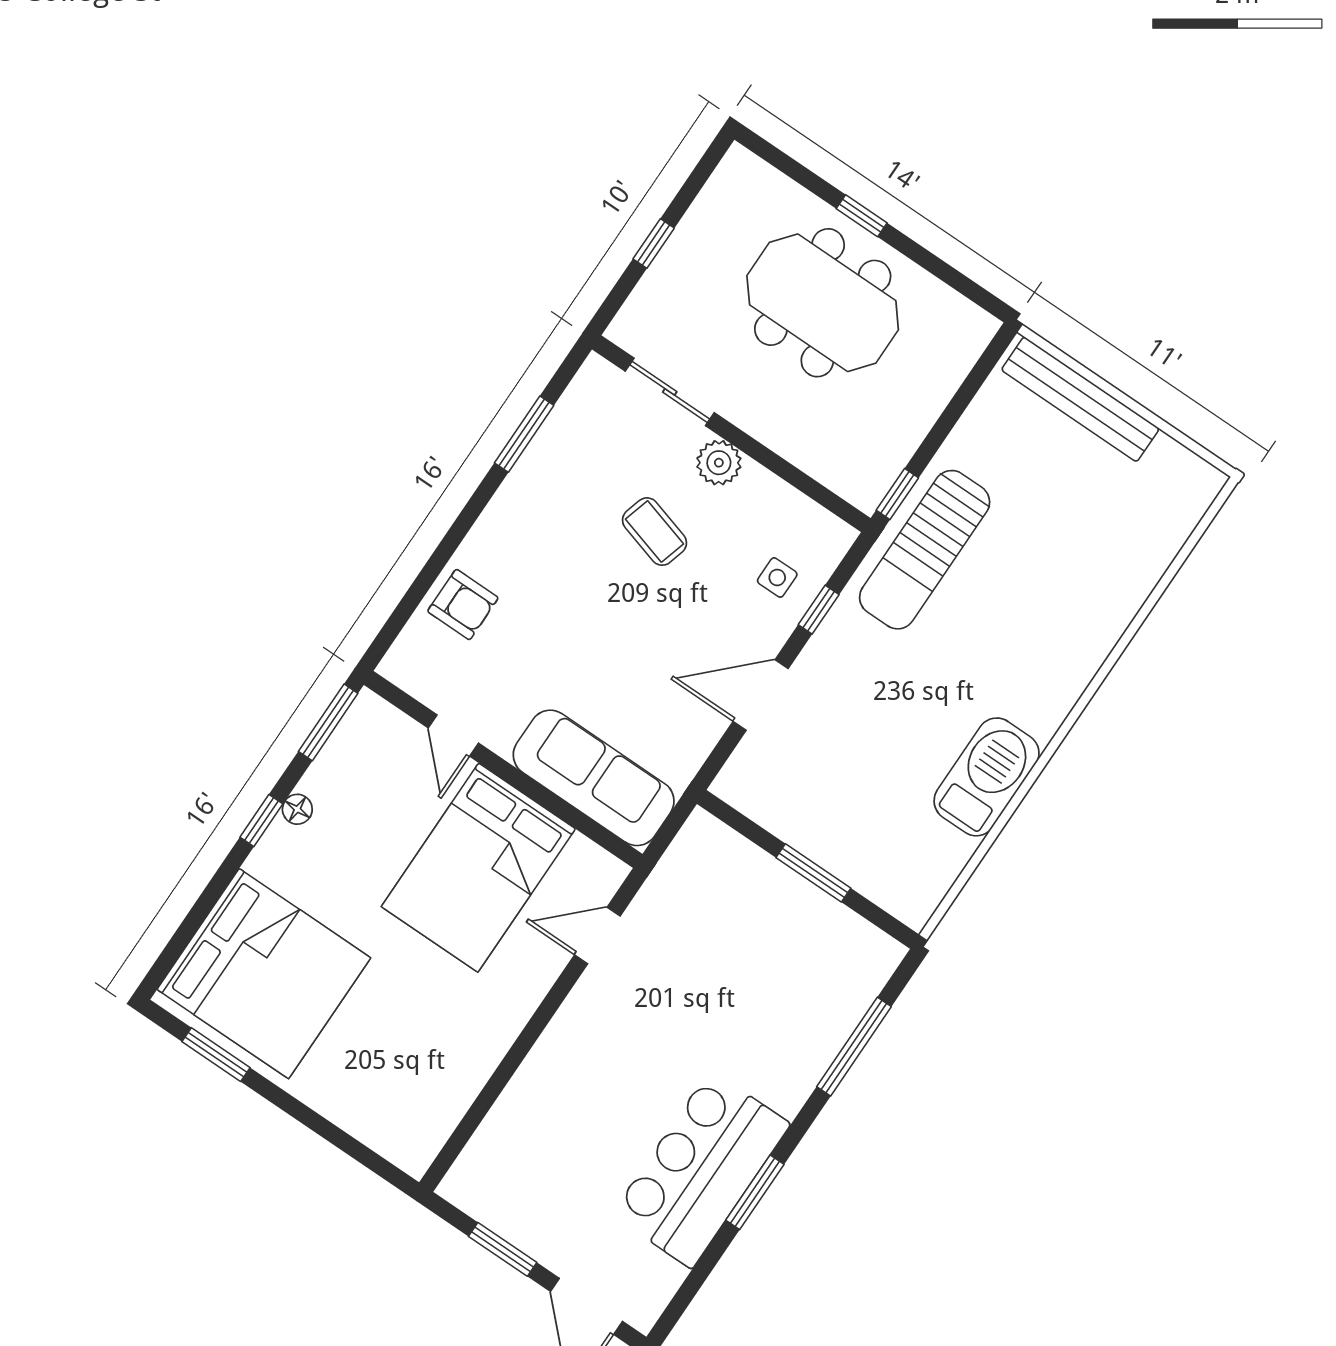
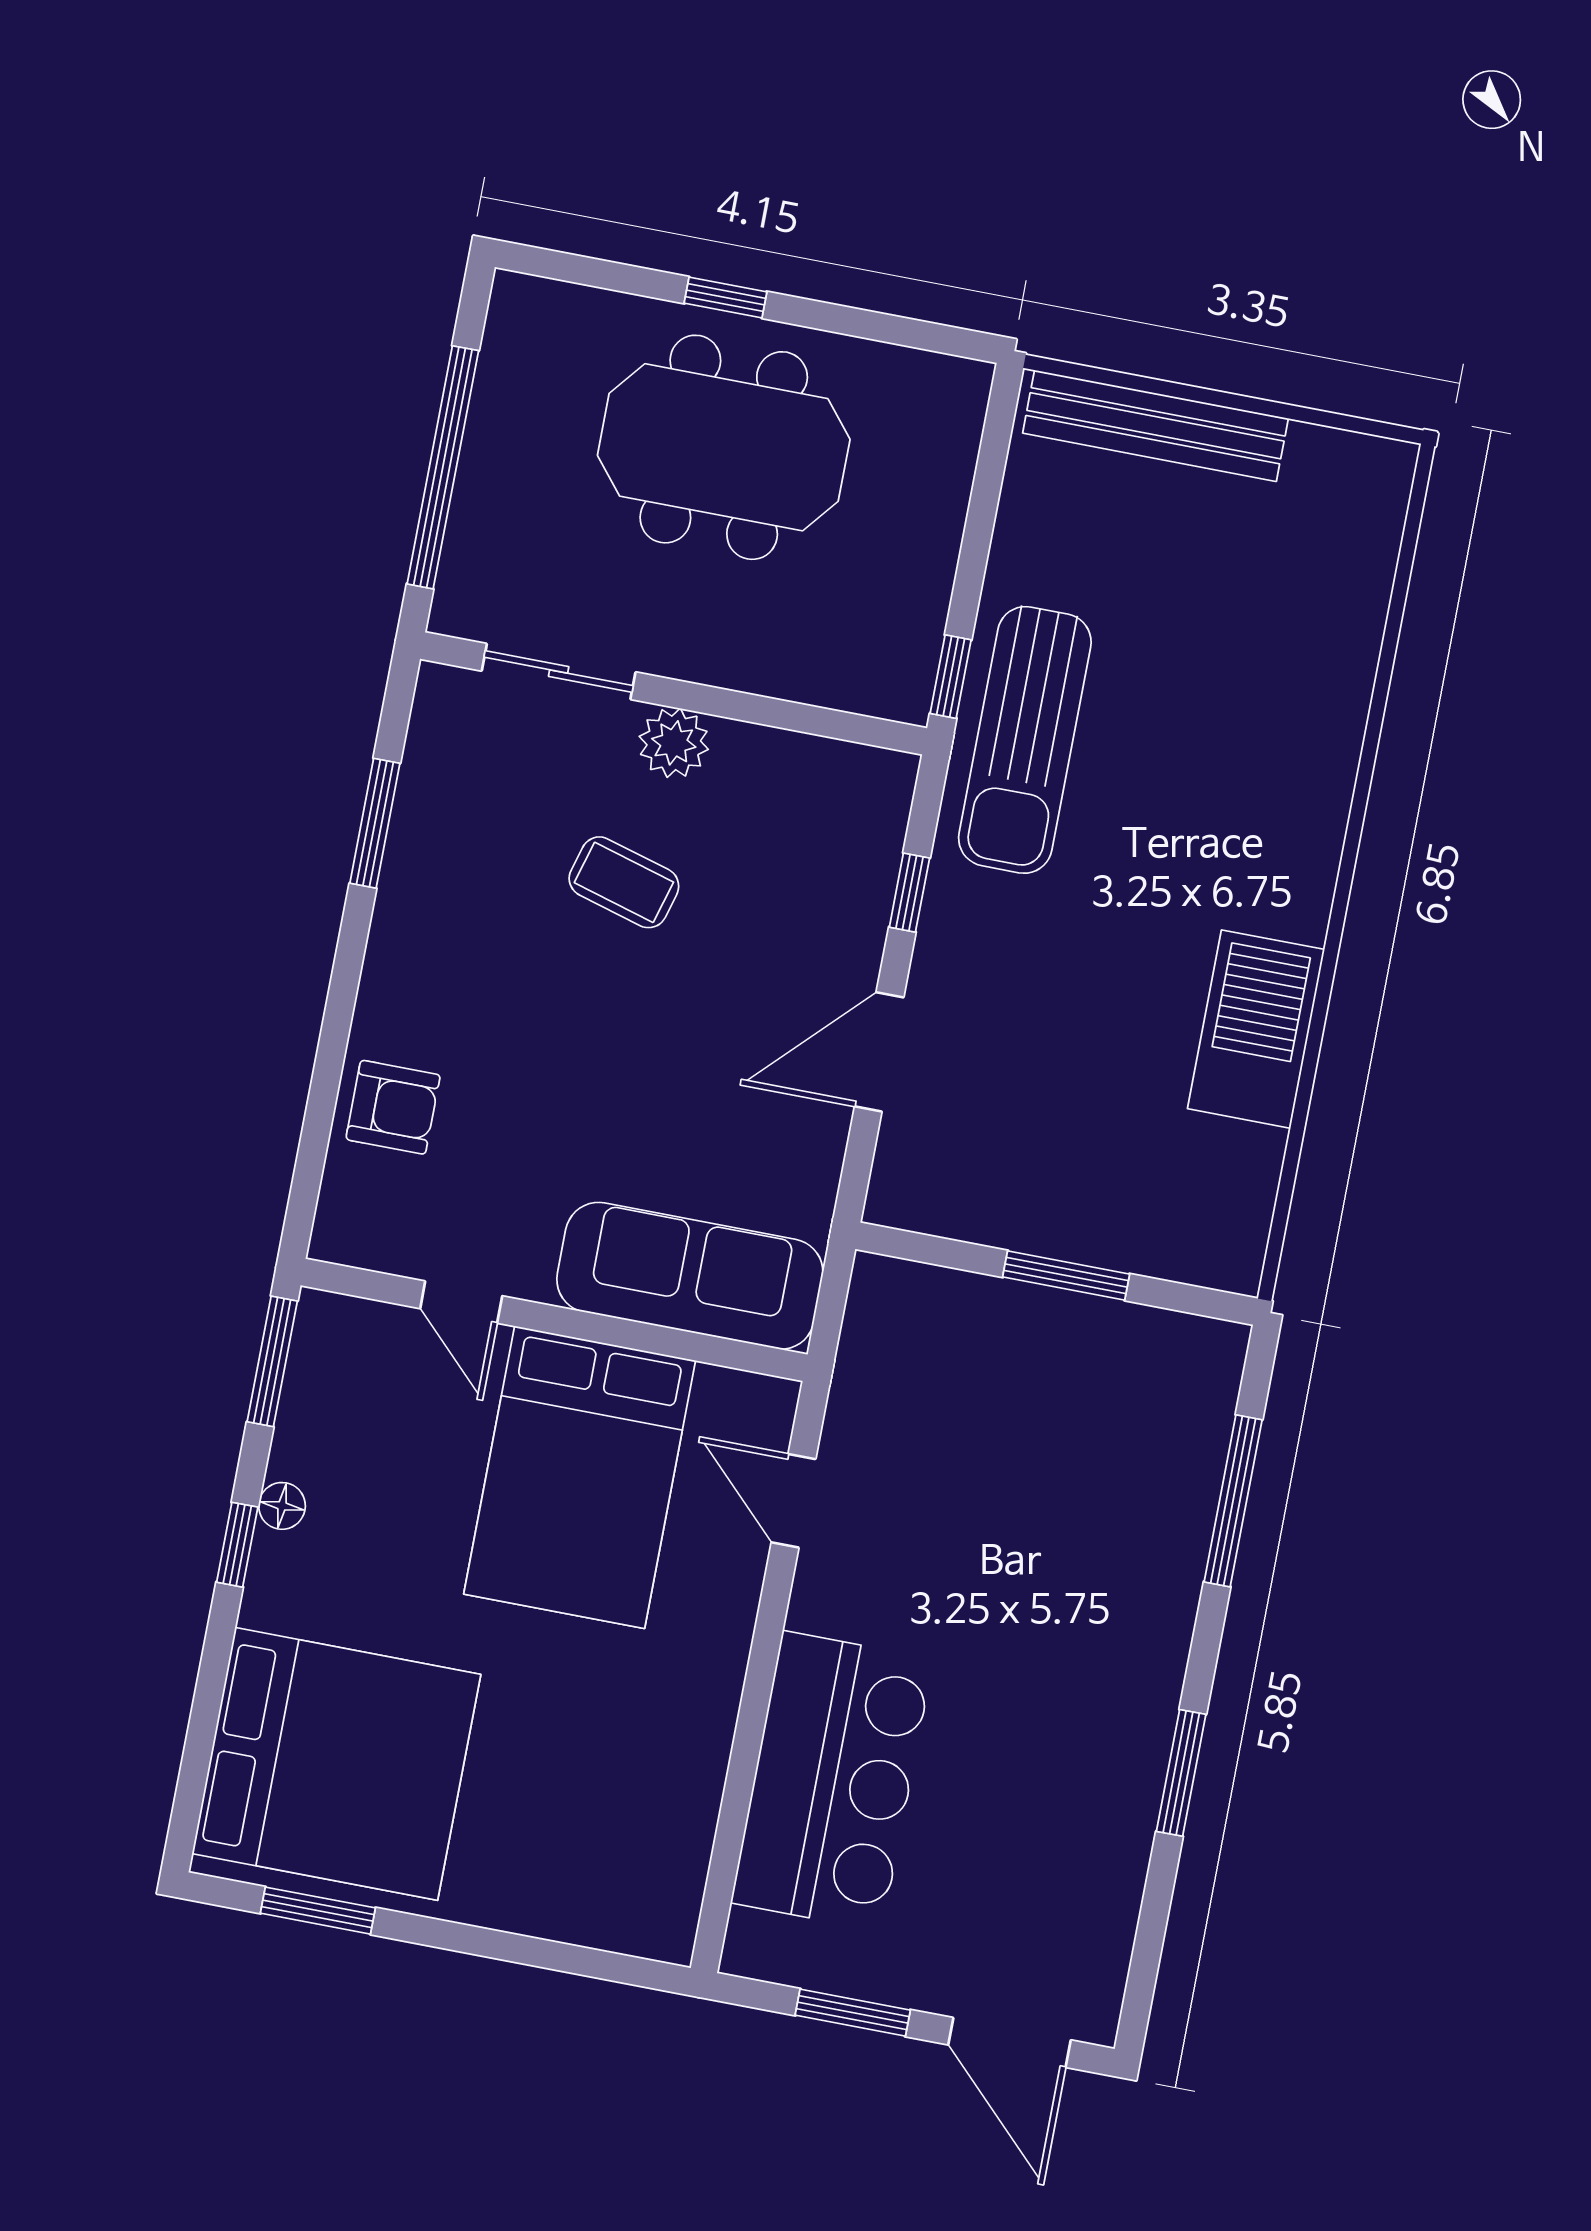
window: (654, 243) -> (443, 467), width x3.17
side table: (777, 577) -> (830, 872), removed
door: (597, 935) -> (793, 1501), hinge flipped
bar counter: (701, 1169) -> (832, 1781), moved, turned 180

